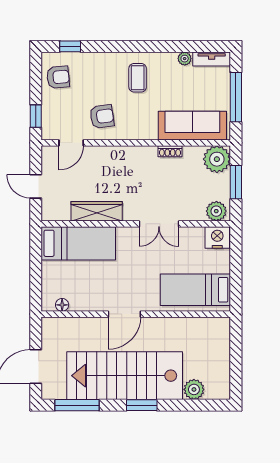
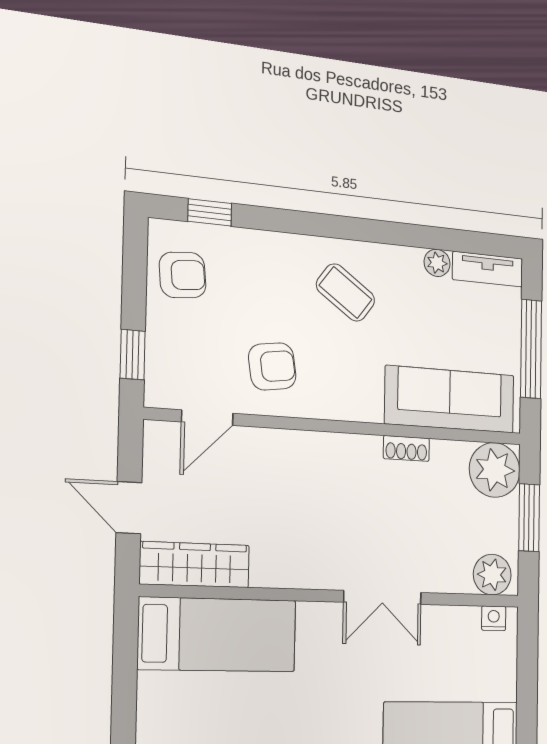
coffee table: (138, 78) -> (346, 292), turned -54
wardrobe: (97, 211) -> (195, 565), moved
nightstand: (217, 237) -> (494, 618), width x0.53, depth x0.56

